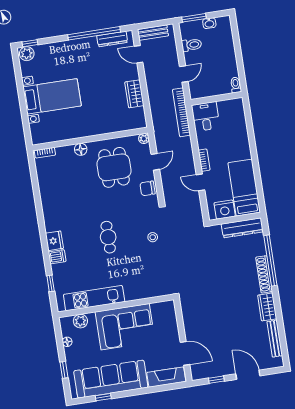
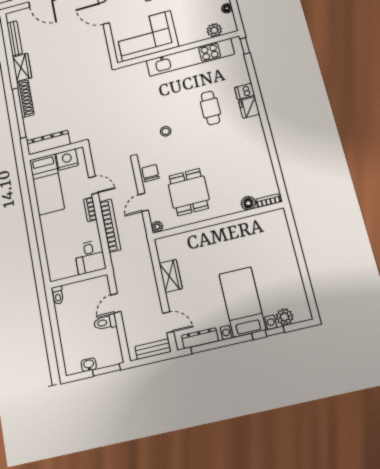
window: (30, 43) -> (275, 331), moved
toilet: (192, 45) -> (105, 322), moved
plant: (27, 54) -> (285, 317), moved
bed with nightstands: (52, 96) -> (242, 302), moved, turned 90
bookcase: (181, 112) -> (110, 226), moved
floor lamp: (81, 149) -> (248, 203), moved
chair: (147, 188) -> (150, 173), turned -90
cafe table: (108, 237) -> (210, 108), moved
stool: (153, 237) -> (166, 131), moved
window: (51, 283) -> (245, 46), moved
kitchen unit: (94, 298) -> (190, 57), width x1.36
corner sofa: (125, 327) -> (147, 36), moved

